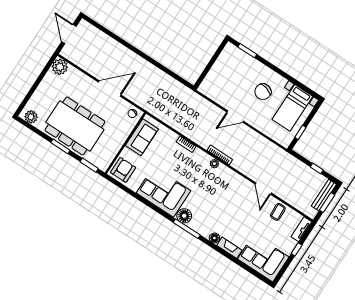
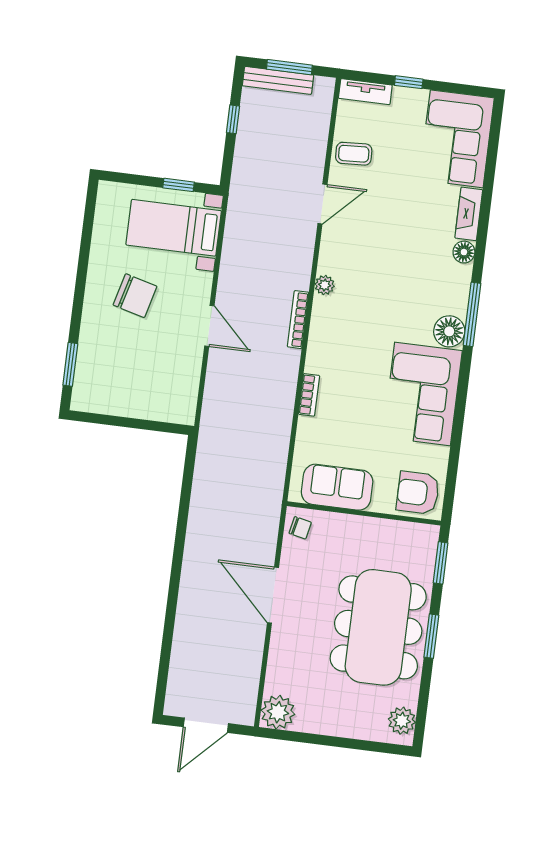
bed with nightstands: (292, 108) -> (174, 228), moved, turned 180
plant: (214, 164) -> (325, 285), moved

